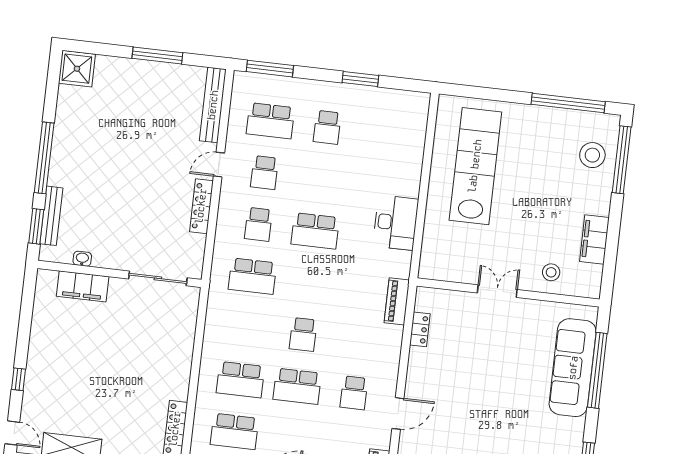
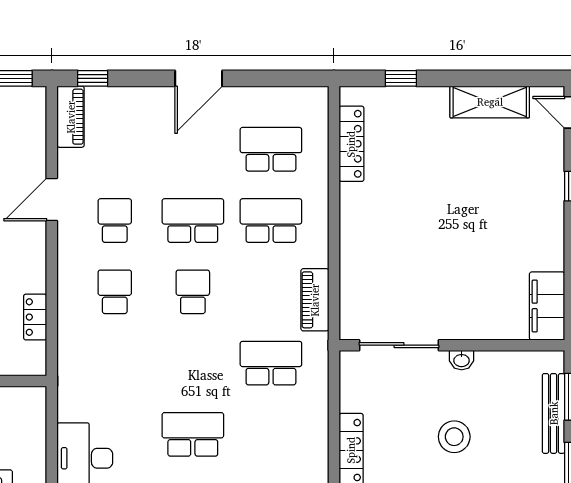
stool: (125, 207) -> (454, 437), added
school desk: (258, 224) -> (115, 292), moved
washbasin: (82, 259) -> (462, 360), moved
filing cabinet: (83, 286) -> (547, 306), moved, turned -90
piano: (397, 301) -> (315, 300), moved, turned 180

